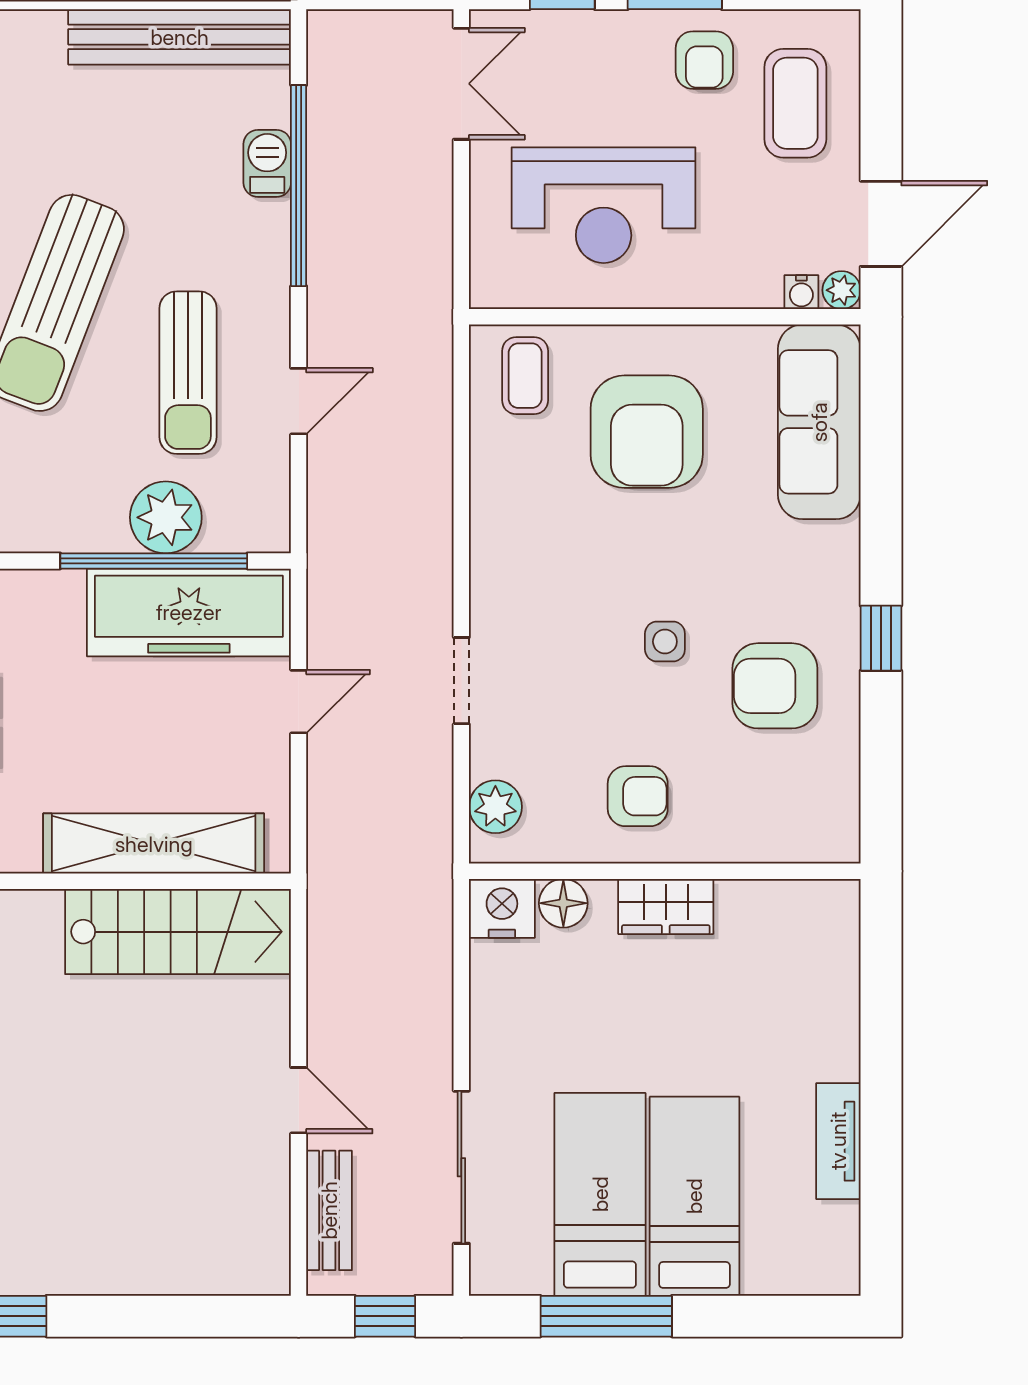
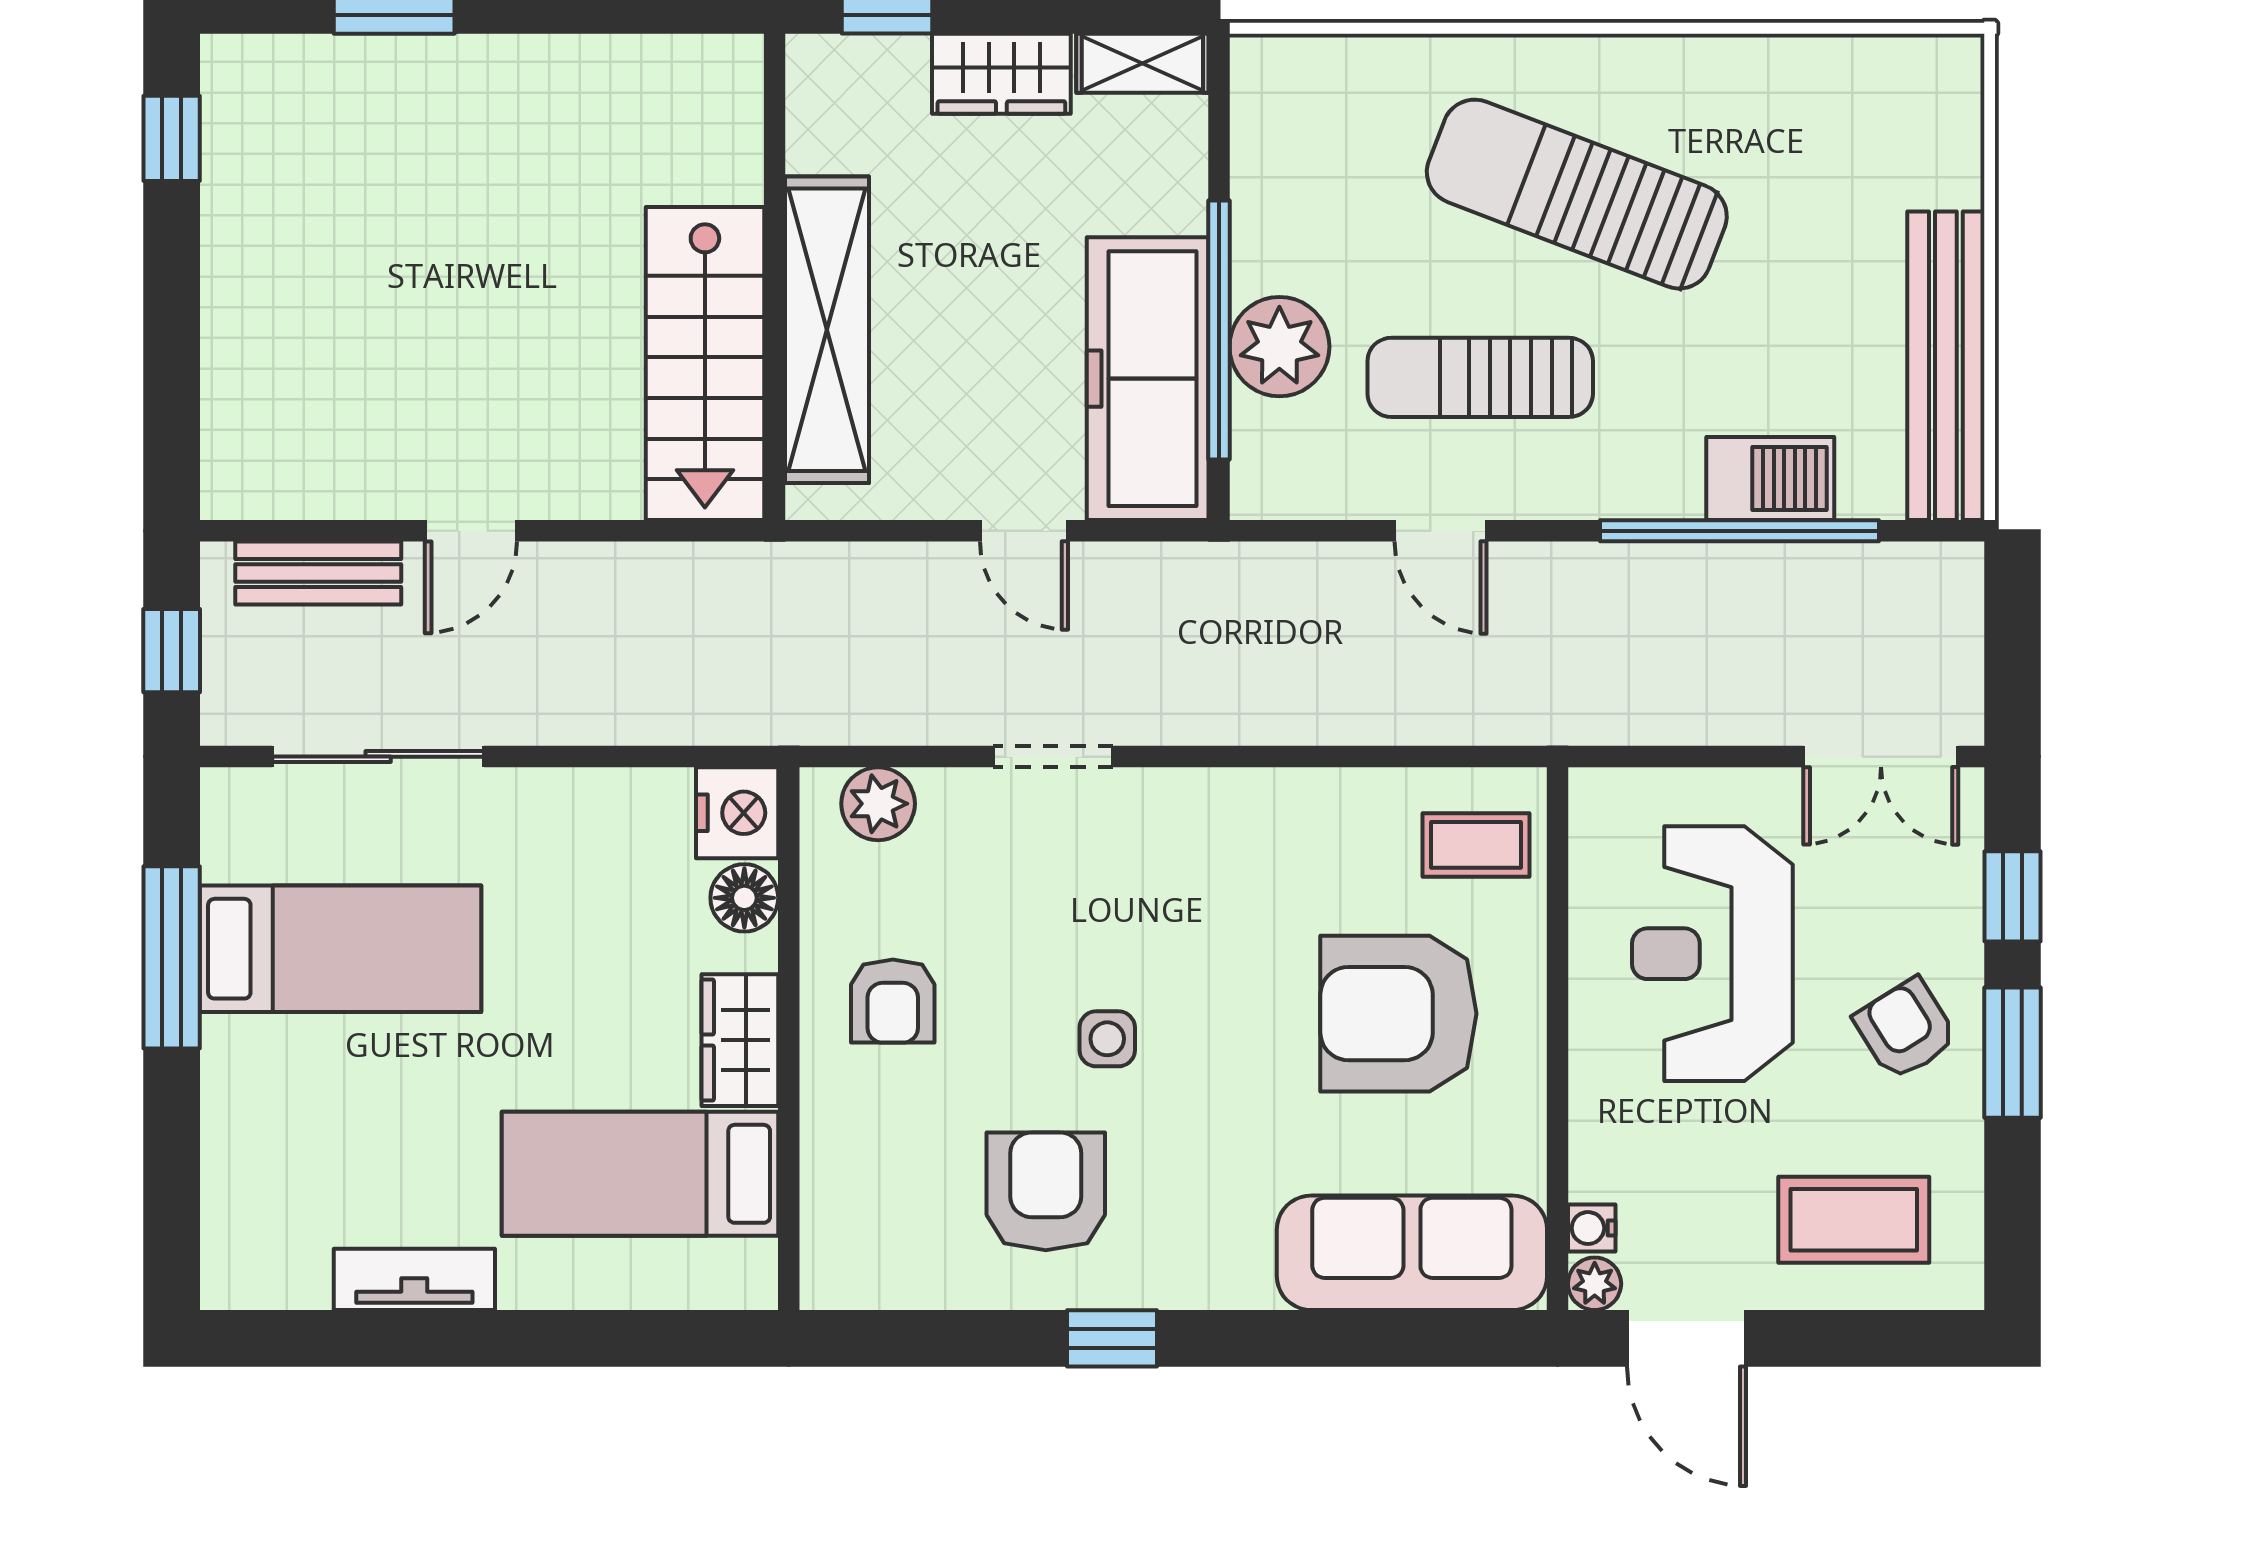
armchair: (704, 60) -> (1906, 1029), moved, turned 58
barbecue: (267, 163) -> (1770, 479), width x1.38, depth x1.27
bed: (694, 1196) -> (640, 1174), moved, turned 180

